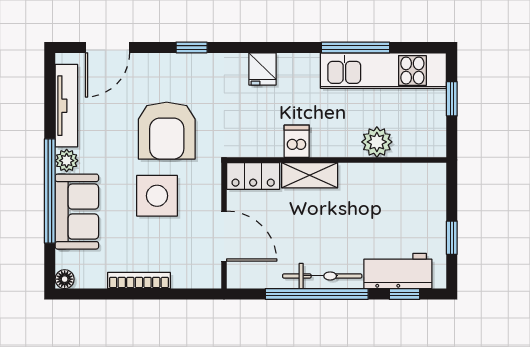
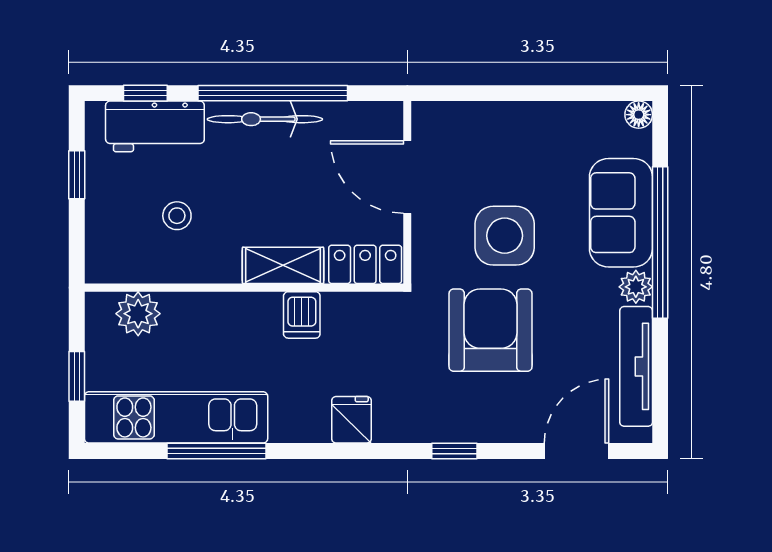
plant: (377, 142) -> (138, 314), moved
stool: (383, 209) -> (177, 216), added
bookcase: (139, 281) -> (531, 113), removed

